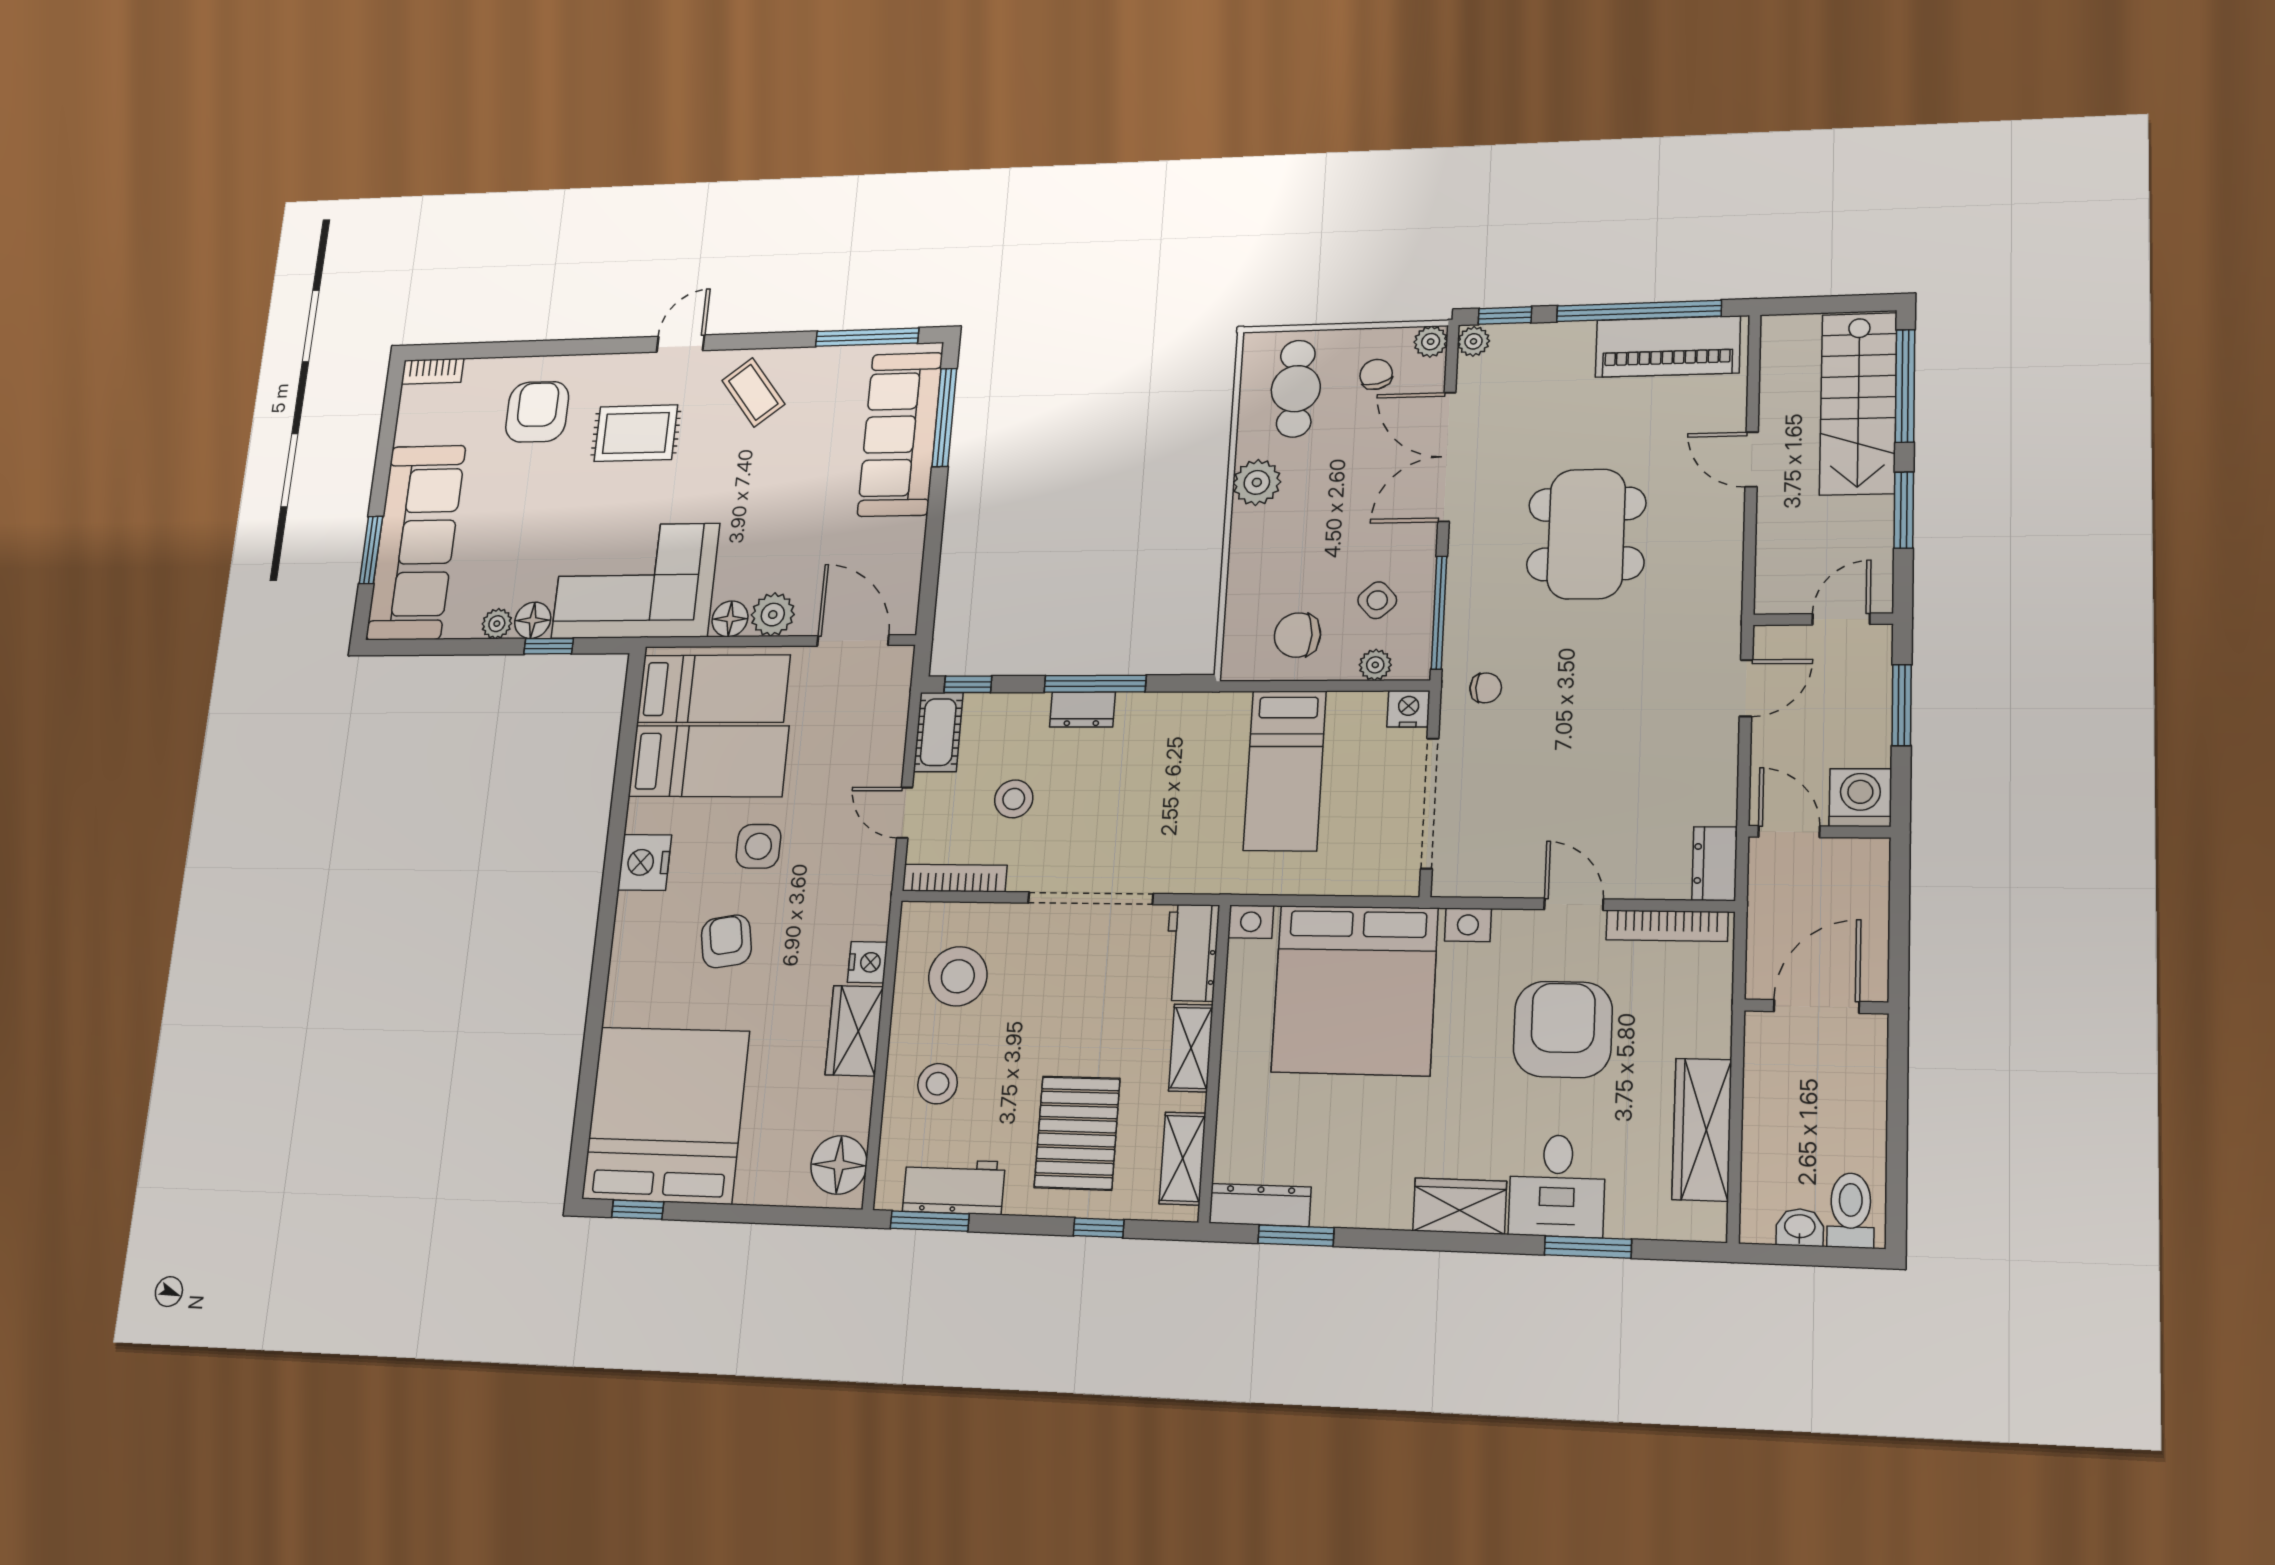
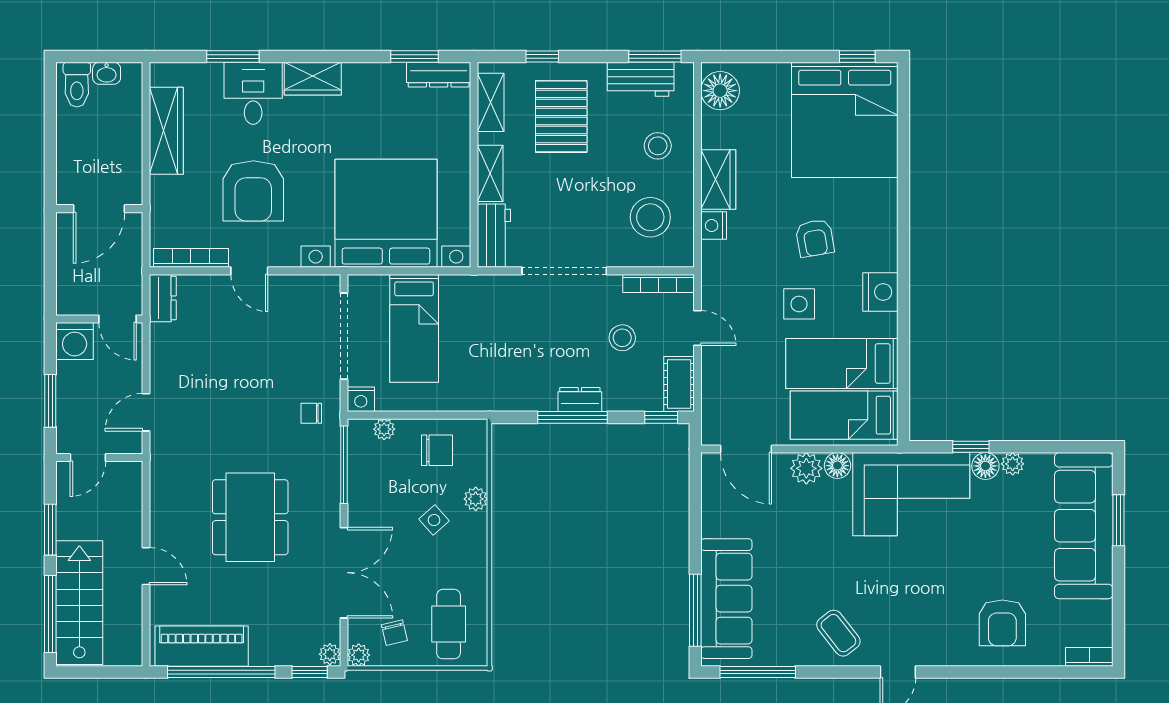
rug: (636, 433) -> (924, 605), removed
plant: (1257, 482) -> (476, 499), moved, width x0.73, depth x0.73
side table: (1377, 600) -> (434, 520), moved
bed: (1285, 770) -> (414, 328), moved, turned 180

